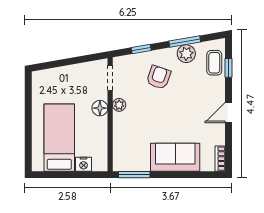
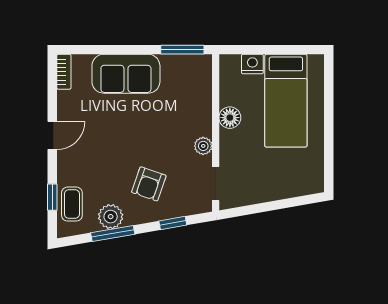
floor lamp: (100, 108) -> (230, 118), moved

